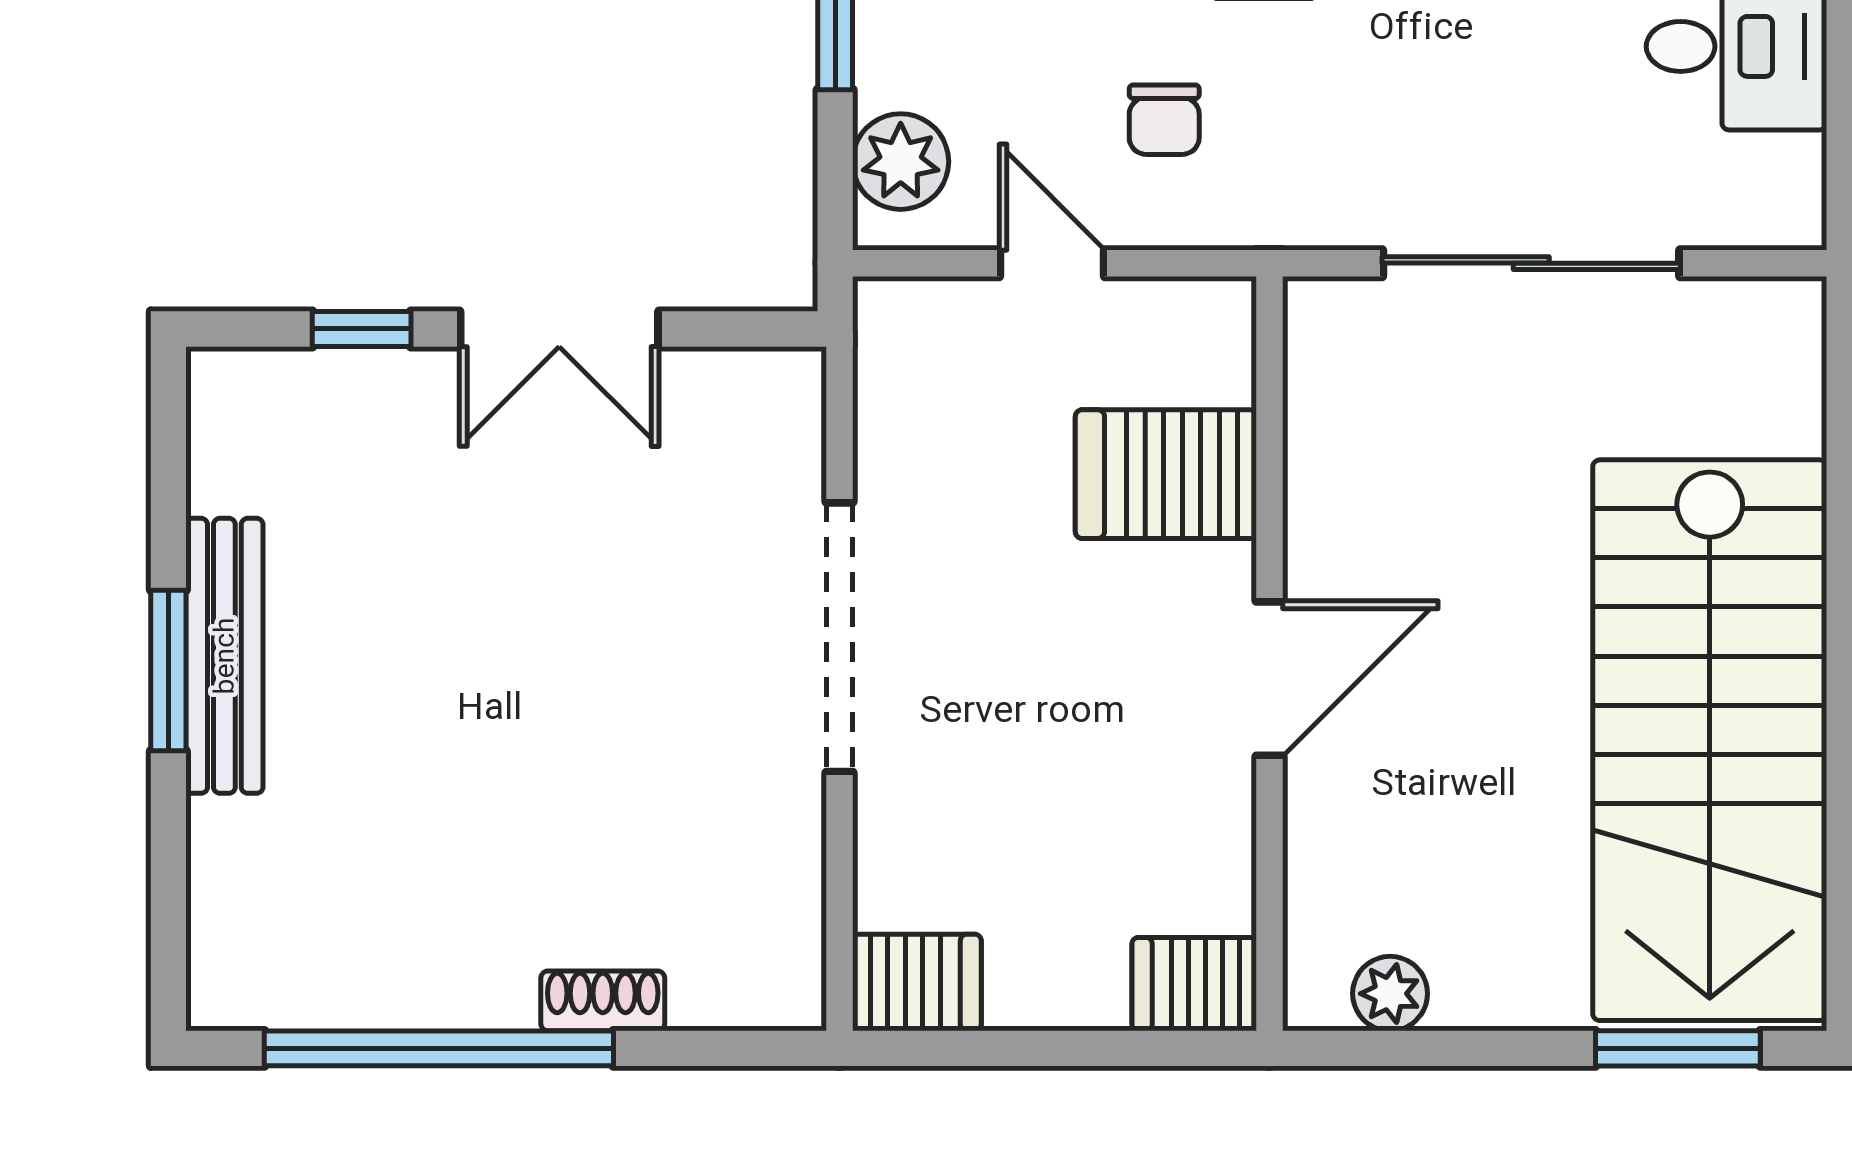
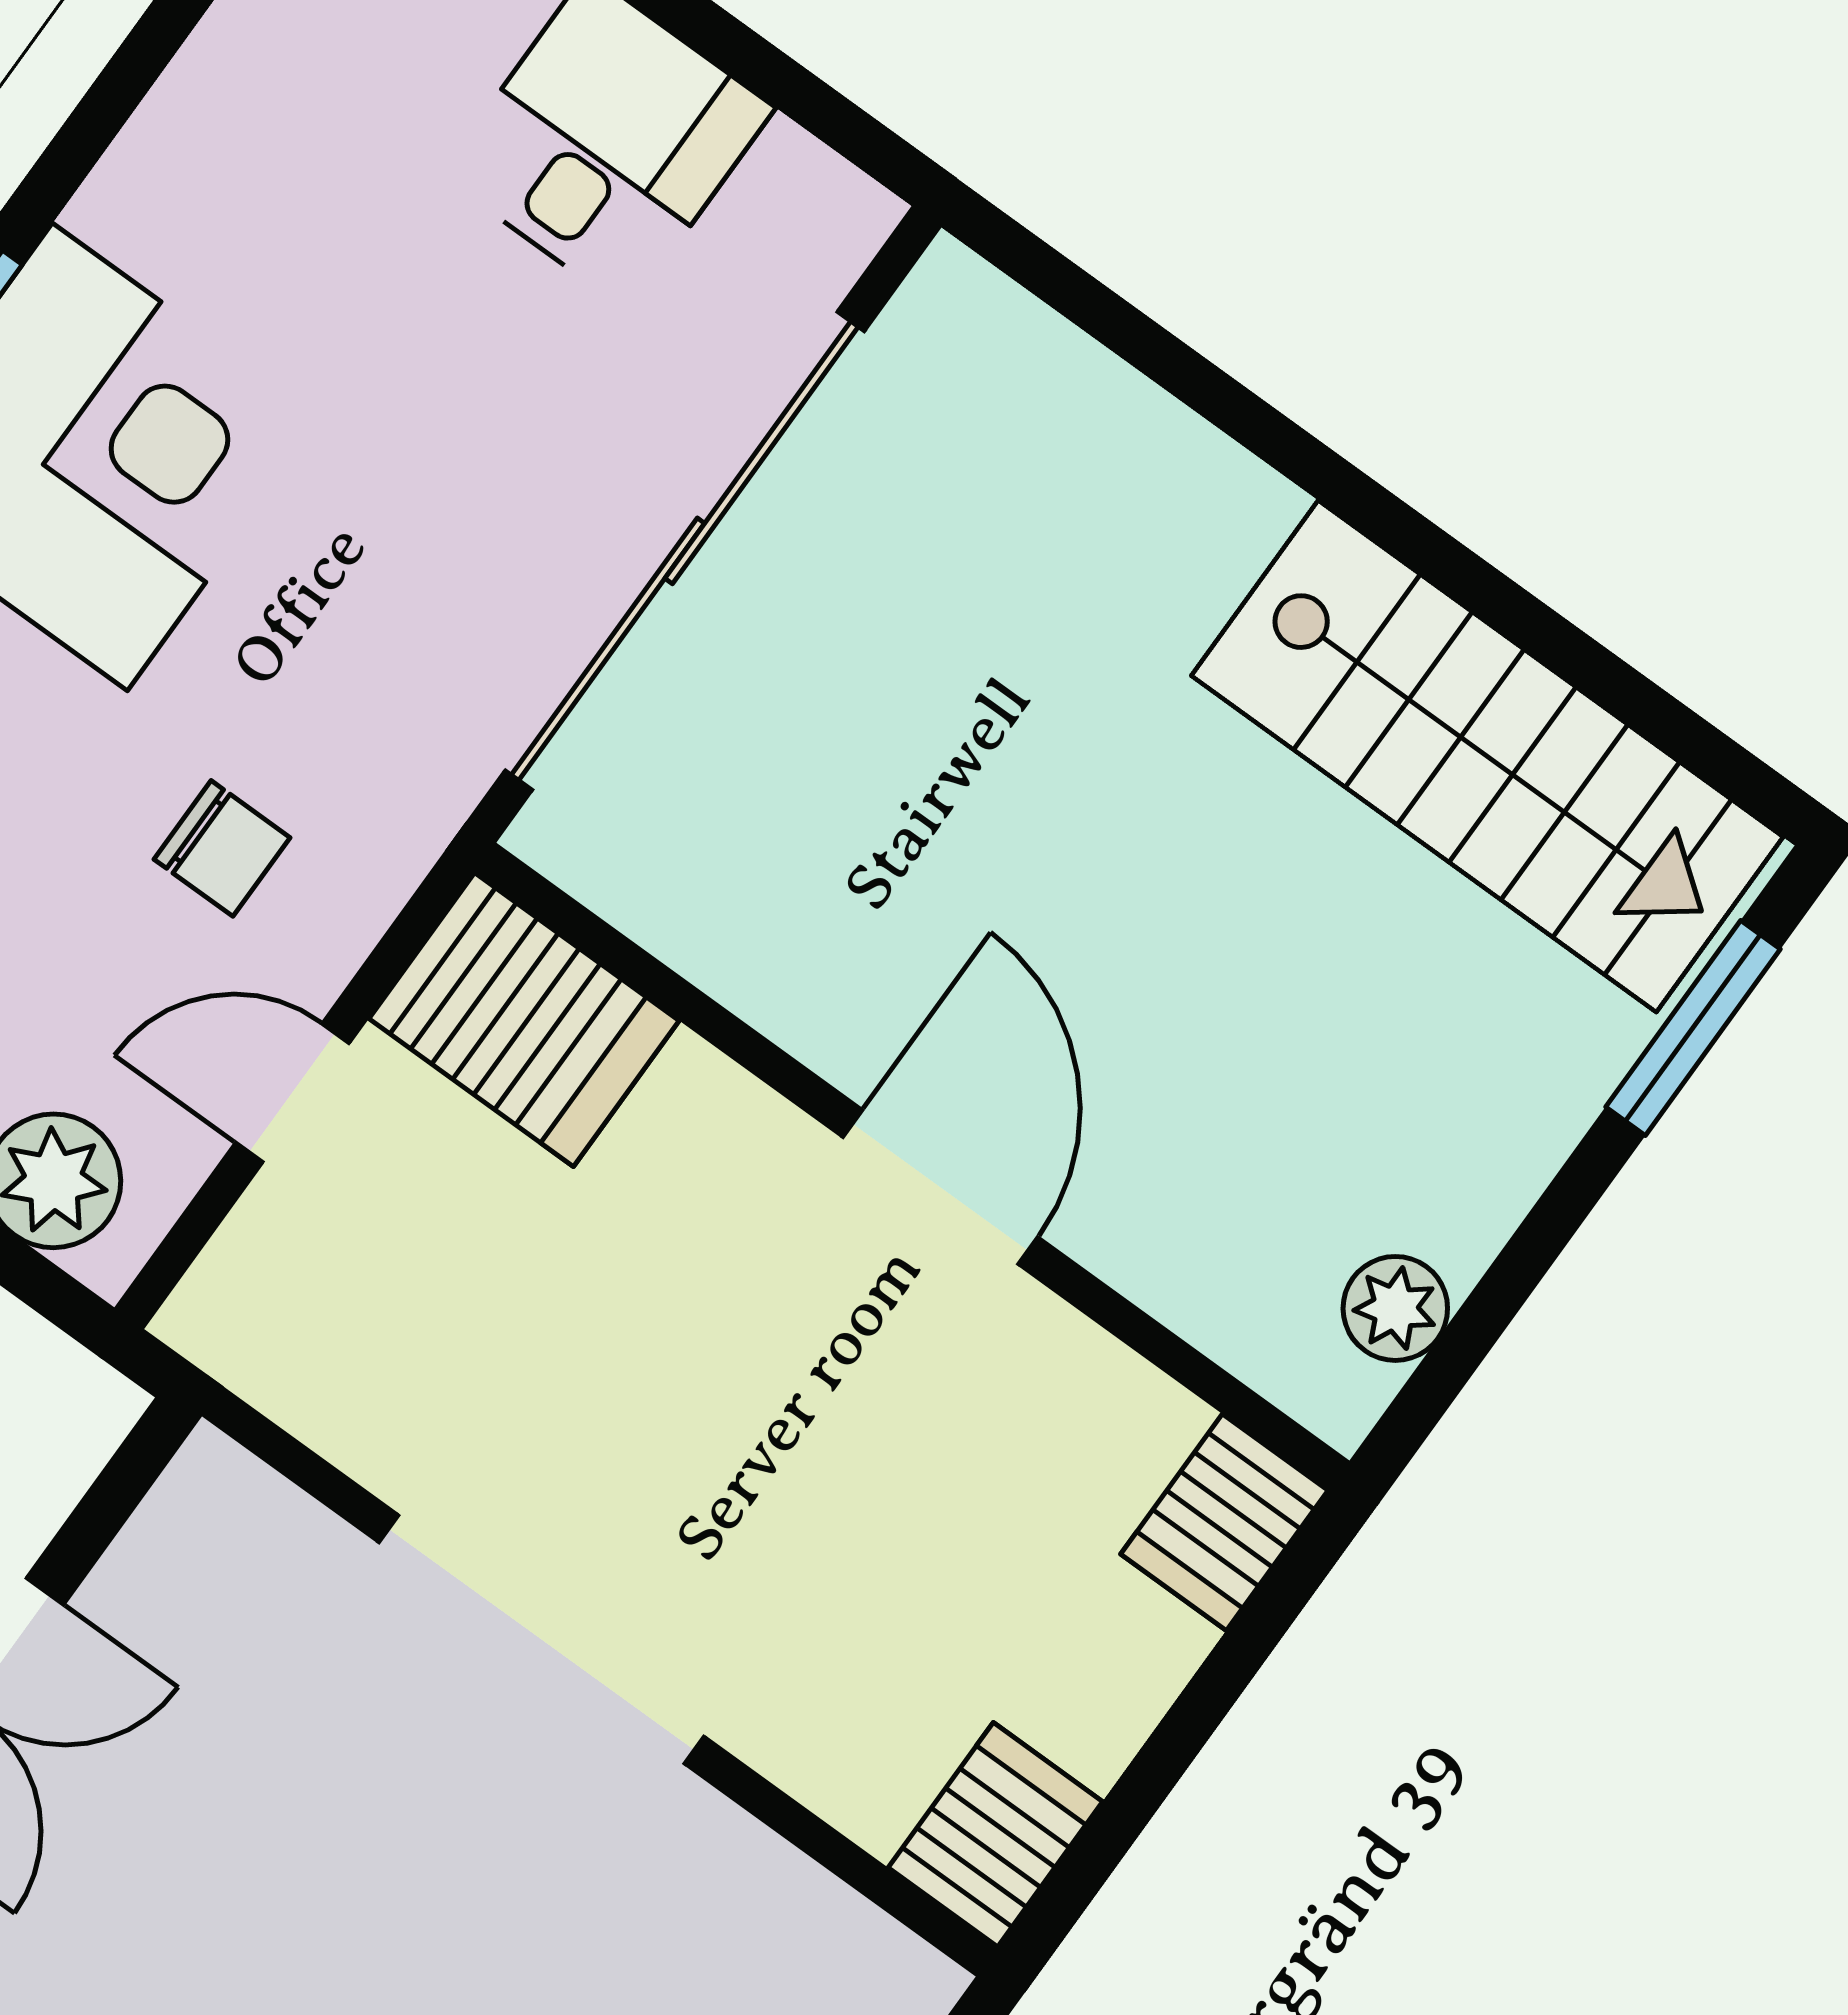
sliding door: (1531, 263) -> (685, 551), width x1.36
server rack: (1166, 474) -> (524, 1020), moved, turned -90
stairs: (1710, 740) -> (1487, 756), width x0.73, depth x0.66

